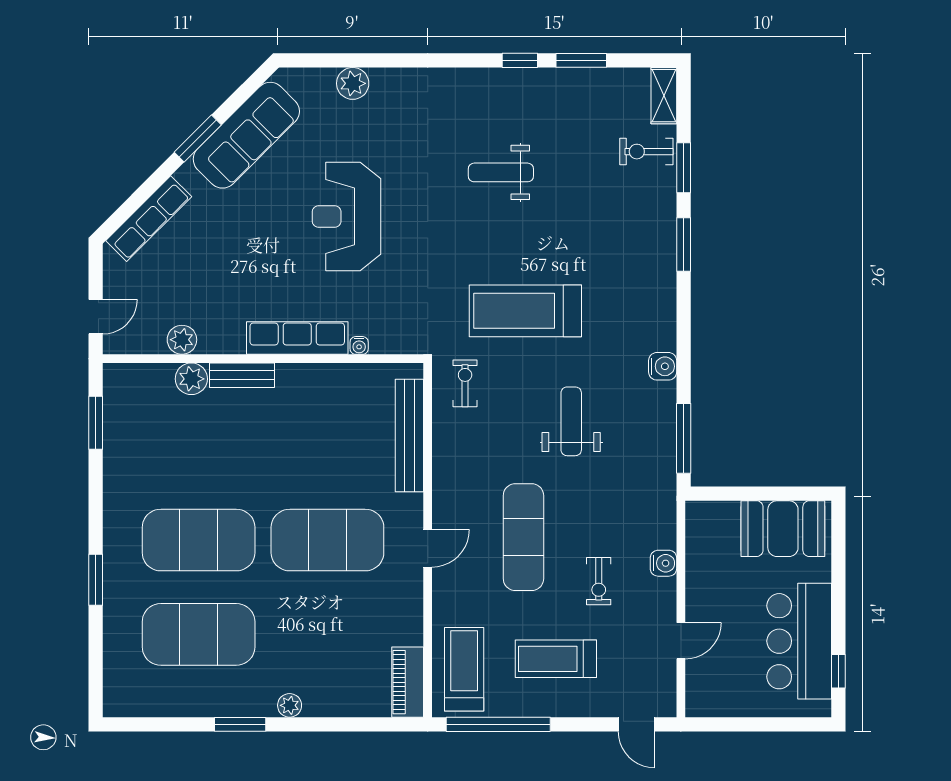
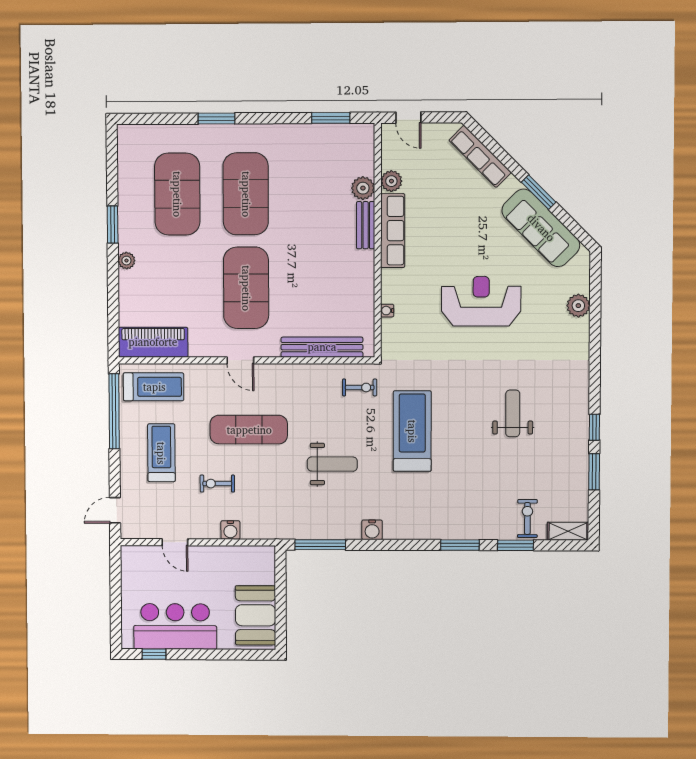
row of seats: (297, 338) -> (393, 231), moved
piano: (408, 682) -> (153, 342), width x1.37, depth x1.33

